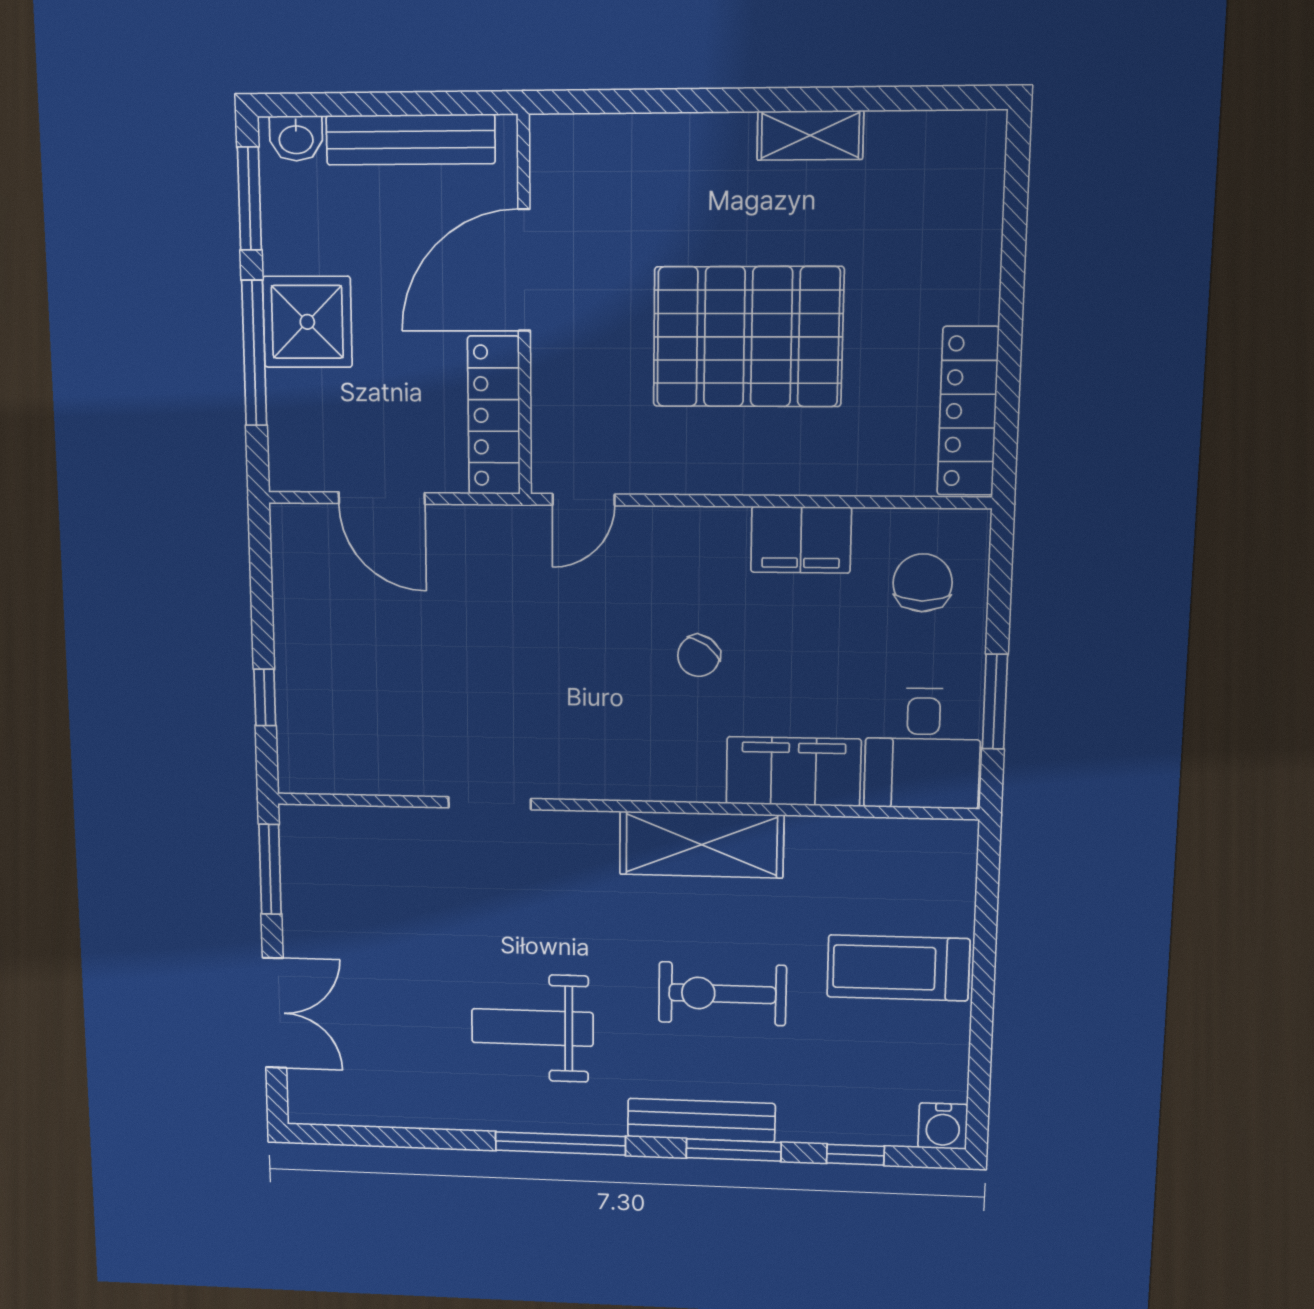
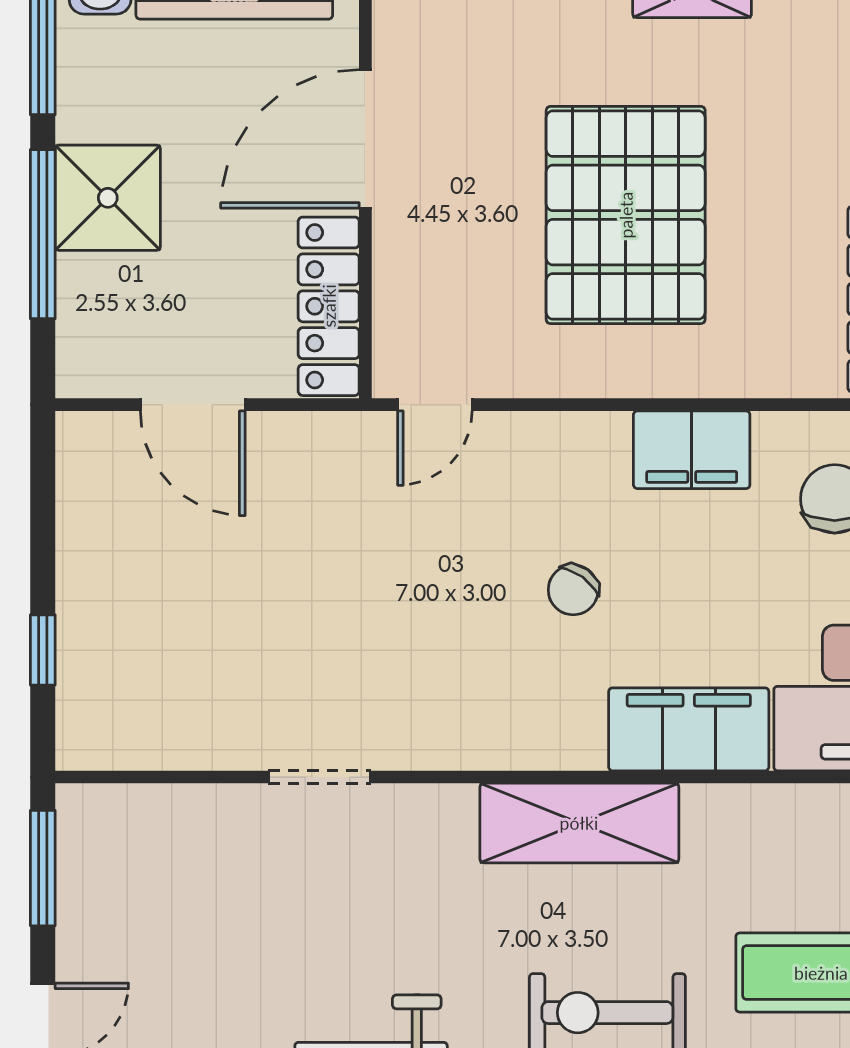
pallet: (748, 337) -> (626, 215), turned 90

